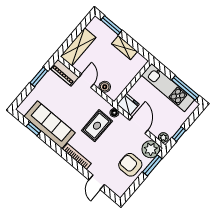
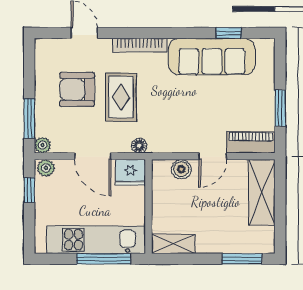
shelving: (125, 48) -> (173, 244), moved
door: (86, 81) -> (213, 156), hinge flipped
window: (185, 88) -> (104, 259), moved
rug: (97, 126) -> (121, 97), moved
plant: (151, 149) -> (43, 145), width x0.53, depth x0.53
armchair: (130, 165) -> (77, 89), moved, turned 180

